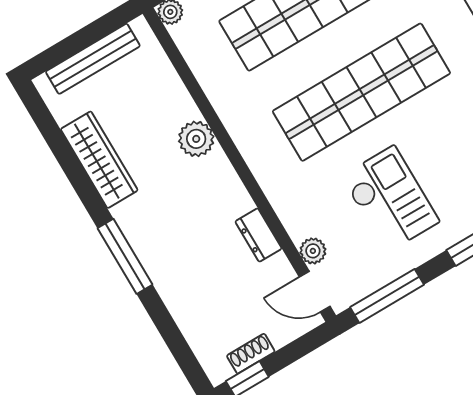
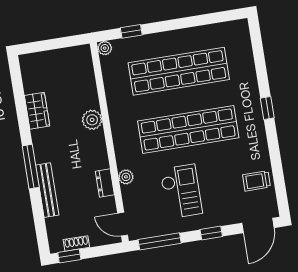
bench: (93, 59) -> (47, 190), moved, turned 90
wardrobe: (99, 160) -> (37, 111), width x0.67
plant: (313, 251) -> (126, 177), moved

